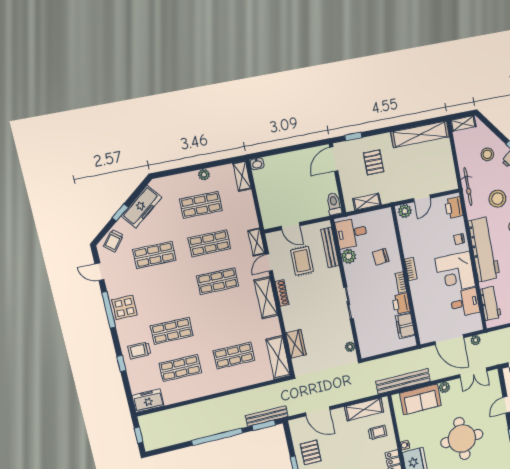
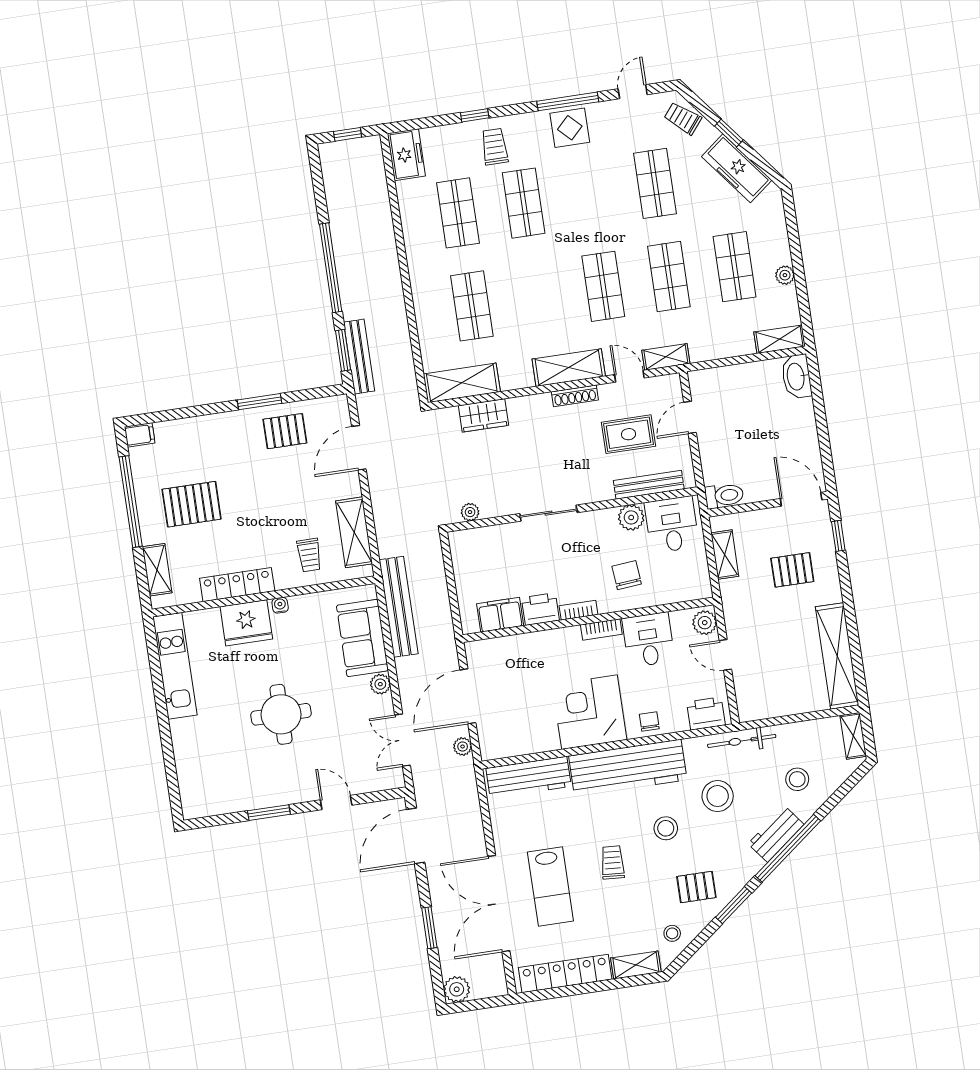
washbasin: (257, 164) -> (796, 377), width x1.91, depth x1.45
desk: (465, 303) -> (648, 640), moved, turned 180
workbench: (491, 303) -> (529, 777), width x1.37
round table: (462, 439) -> (281, 714), width x0.73, depth x0.73

